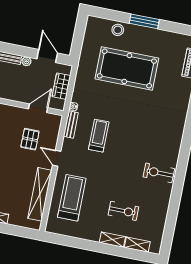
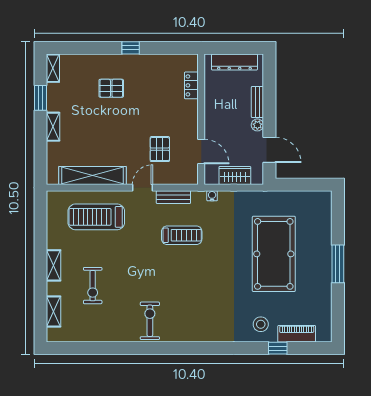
stool: (118, 30) -> (261, 324), moved
door: (47, 56) -> (269, 150), hinge flipped
bench: (71, 125) -> (173, 197), moved
pallet: (30, 139) -> (160, 149), turned 90
treadmill: (72, 198) -> (96, 217), turned 180
shelving: (112, 240) -> (54, 265), moved

